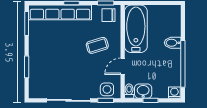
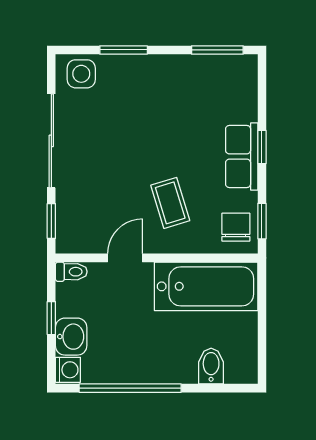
row of seats: (60, 12) -> (242, 157), width x0.50
bidet: (173, 43) -> (211, 366), moved
door: (123, 66) -> (125, 258), hinge flipped
side table: (107, 89) -> (81, 74), moved
washbasin: (143, 91) -> (71, 337), moved

